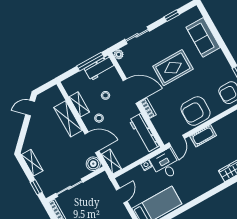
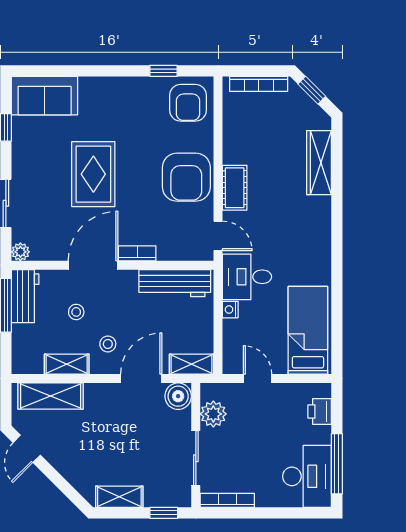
sofa: (203, 37) -> (45, 96), moved
shelving: (68, 119) -> (51, 396), moved
plant: (94, 184) -> (213, 414), added

